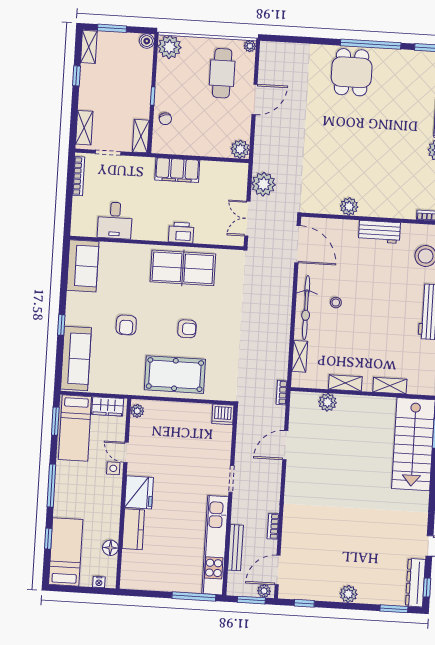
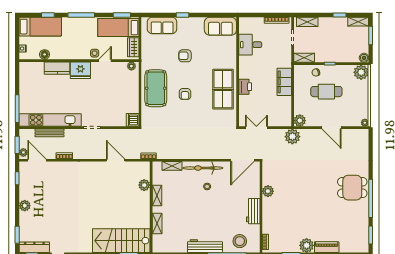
cafe table: (222, 73) -> (326, 92), moved
plant: (263, 184) -> (292, 137), moved
sofa: (76, 358) -> (162, 25), width x0.73

